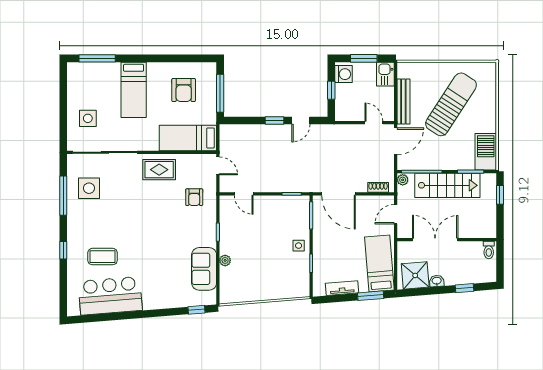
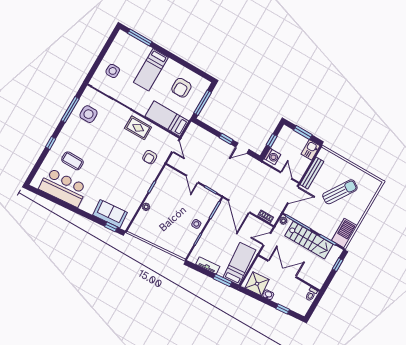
washing machine: (344, 74) -> (272, 157), moved
sun lounger: (451, 104) -> (340, 192), width x0.73, depth x0.75
door: (244, 194) -> (192, 179), moved
sofa: (204, 269) -> (110, 214), moved, turned 85

